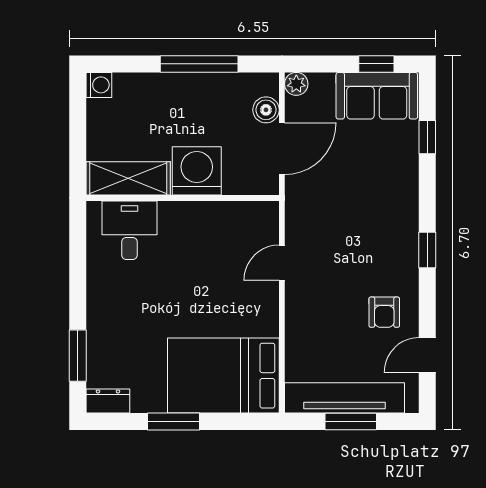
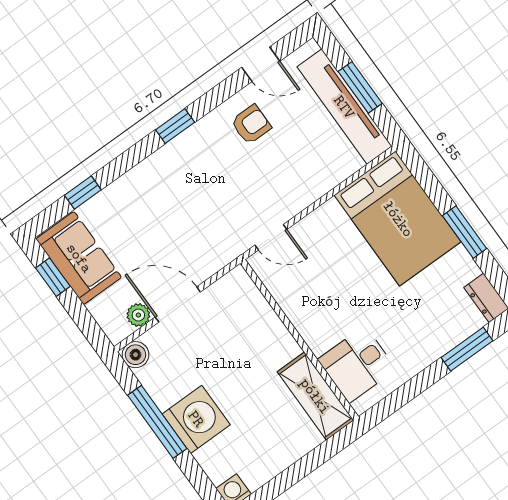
plant: (296, 84) -> (138, 315), moved
boiler: (266, 110) -> (135, 355), moved
washing machine: (197, 171) -> (196, 419), moved, turned 180
shelving: (128, 178) -> (315, 396), moved
wall: (183, 198) -> (299, 340), moved
desk: (129, 230) -> (357, 364), moved

